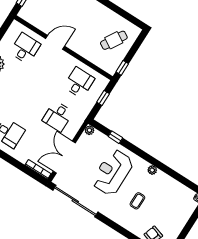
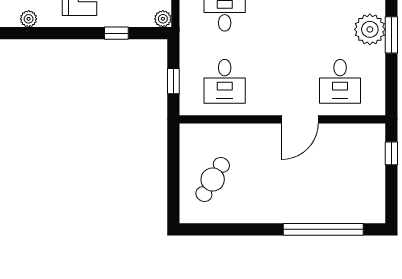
window: (122, 68) -> (173, 146), removed

